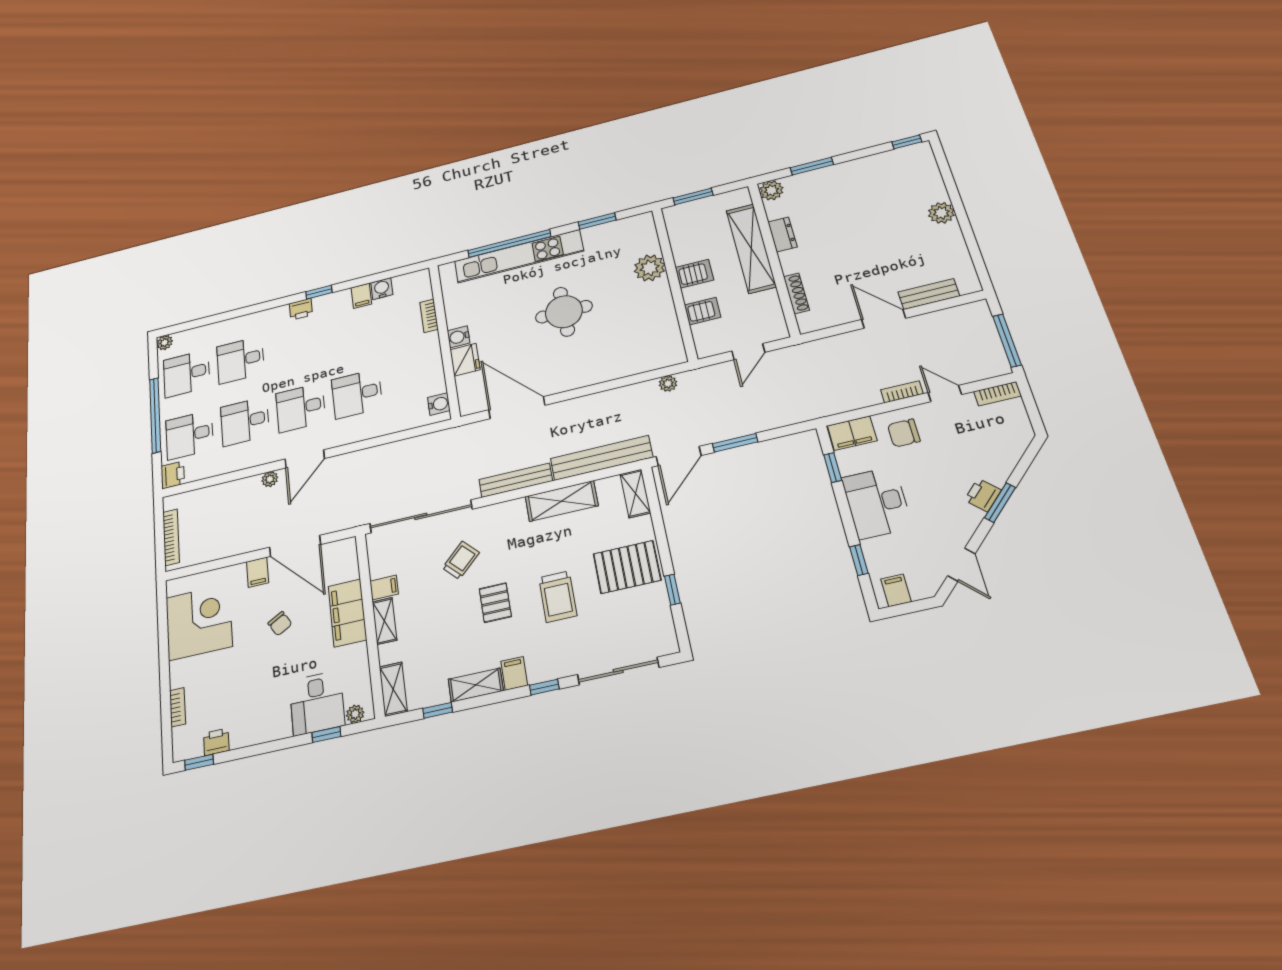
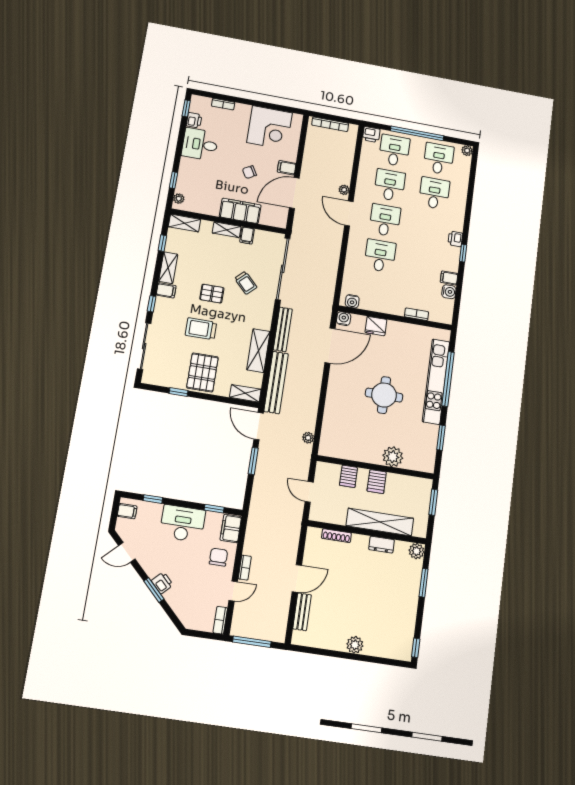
water cooler: (459, 337) -> (344, 319), moved
desk: (317, 703) -> (200, 144), moved

